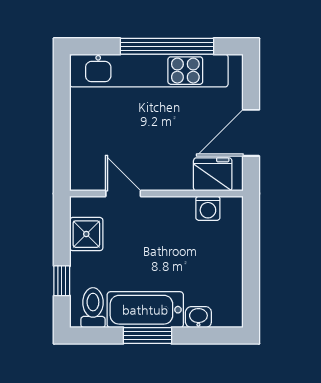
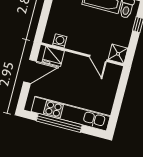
shower: (86, 234) -> (118, 54), moved

